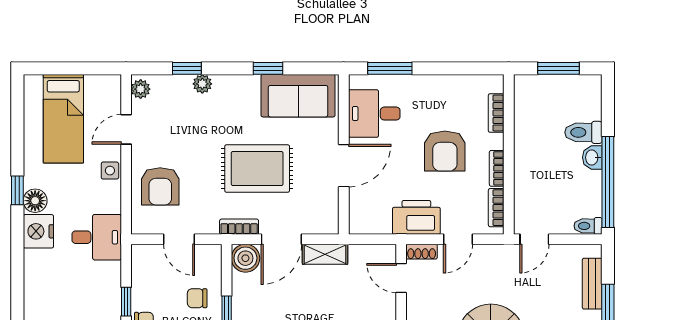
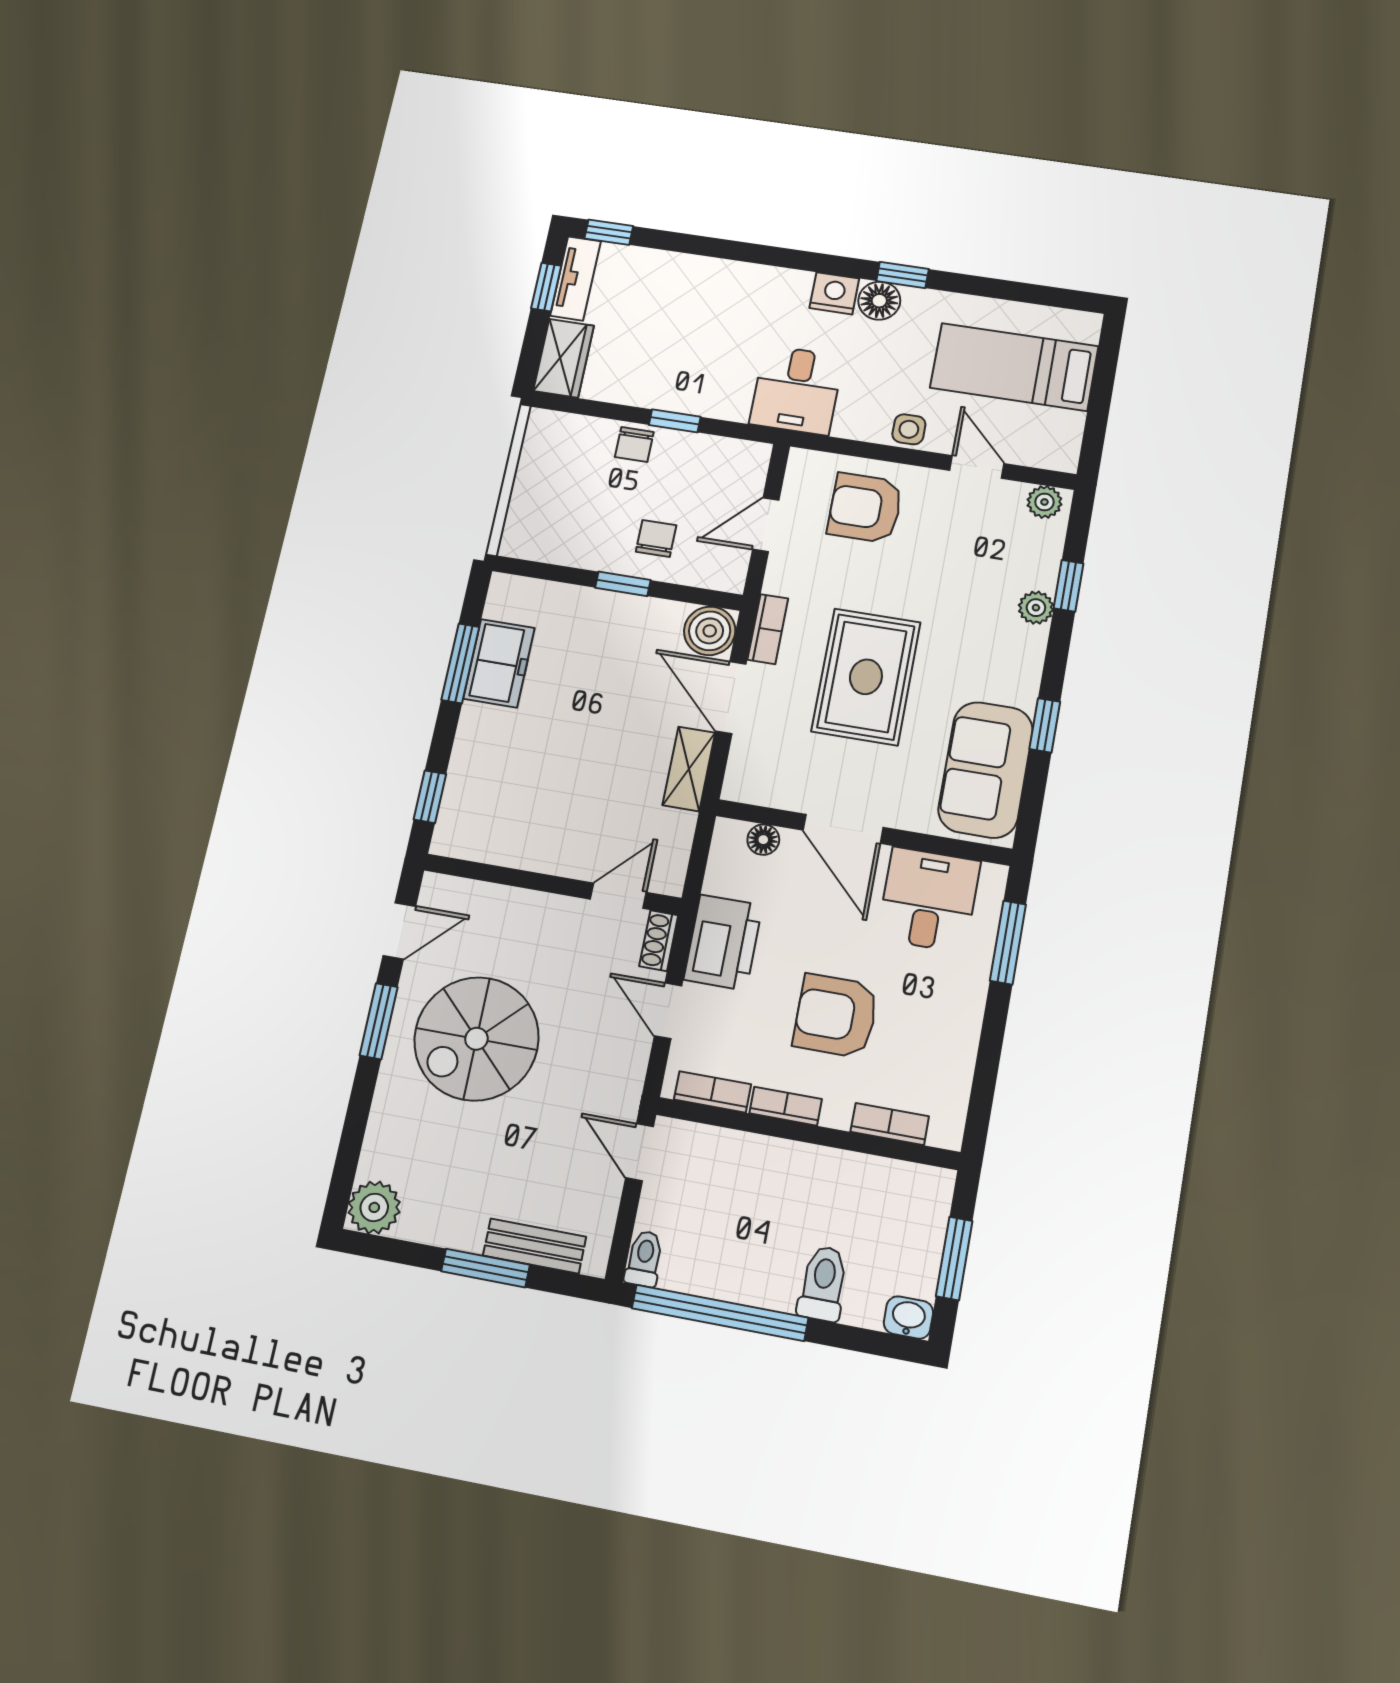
washbasin: (592, 157) -> (908, 1318), moved
floor lamp: (357, 207) -> (763, 840), added
nightstand: (38, 231) -> (834, 293), width x0.74, depth x0.75

